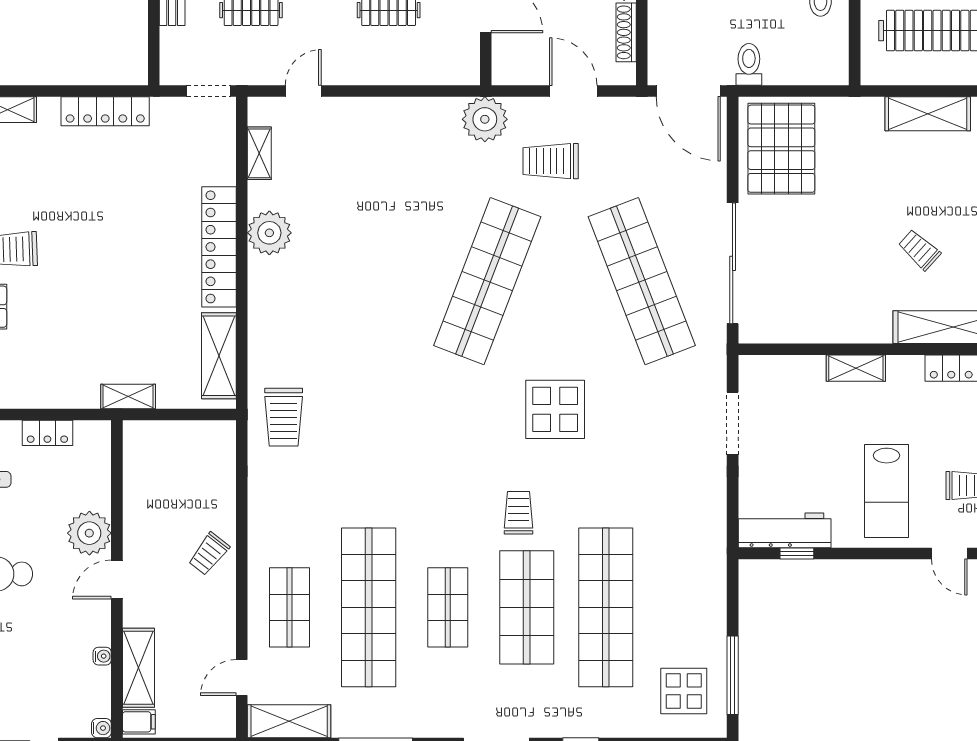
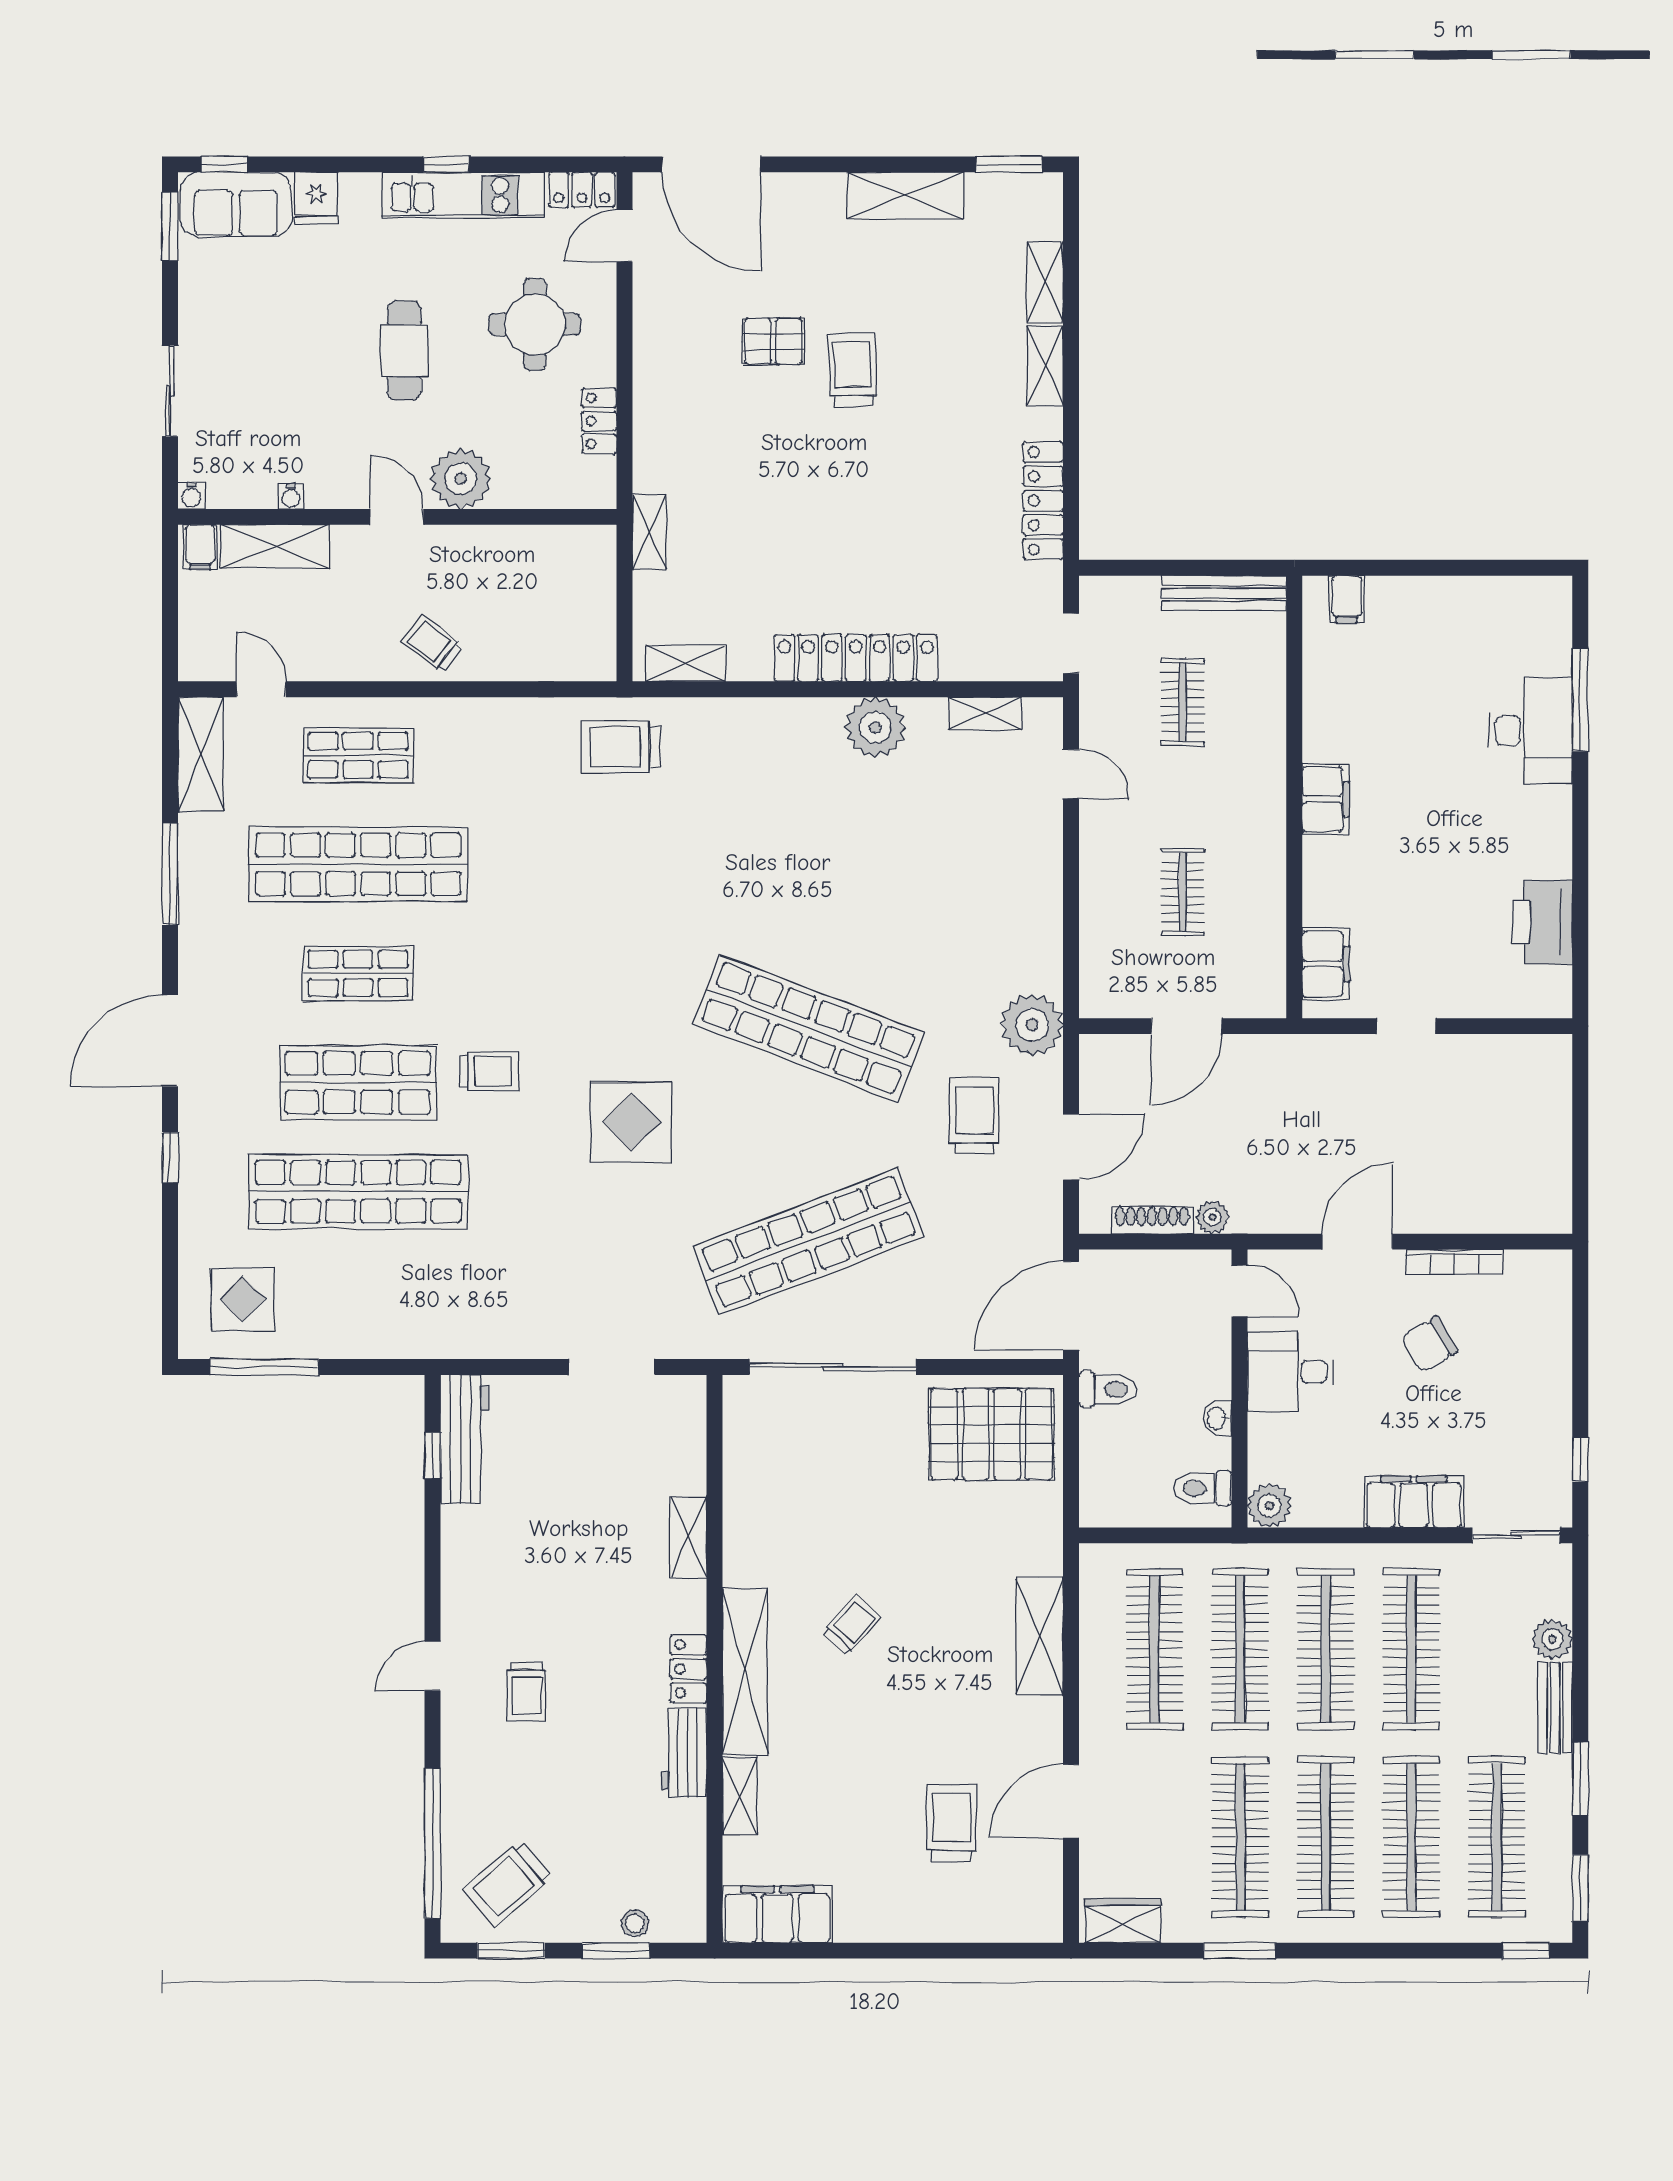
shelving: (219, 356) -> (686, 664), width x0.67, depth x0.75
lab bench: (887, 491) -> (519, 1579), removed

